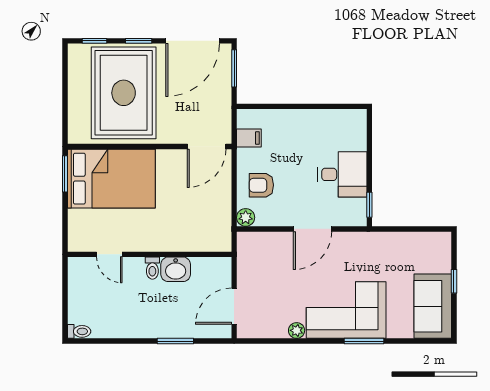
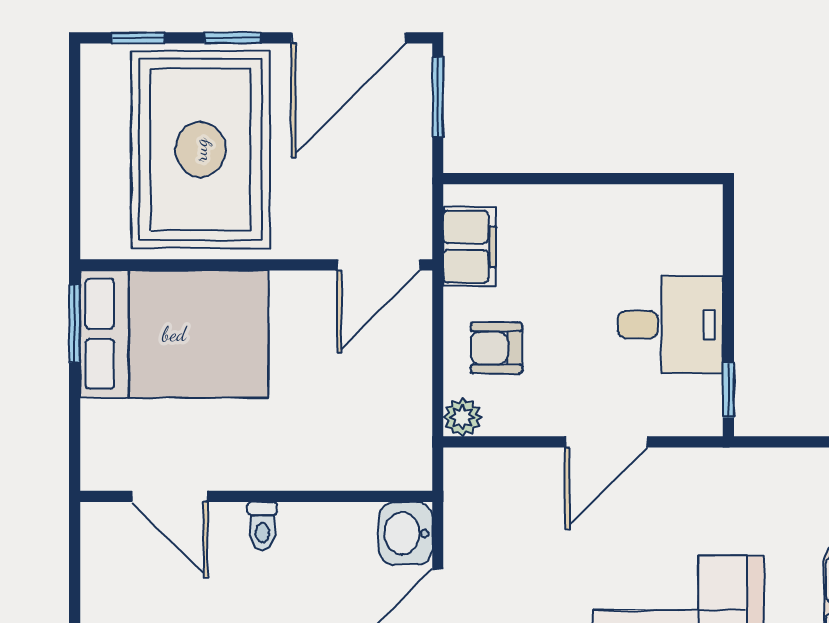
filing cabinet: (249, 138) -> (470, 247), width x2.00
door: (109, 254) -> (170, 496), width x1.37
washbasin: (176, 269) -> (406, 533), moved, turned 90

